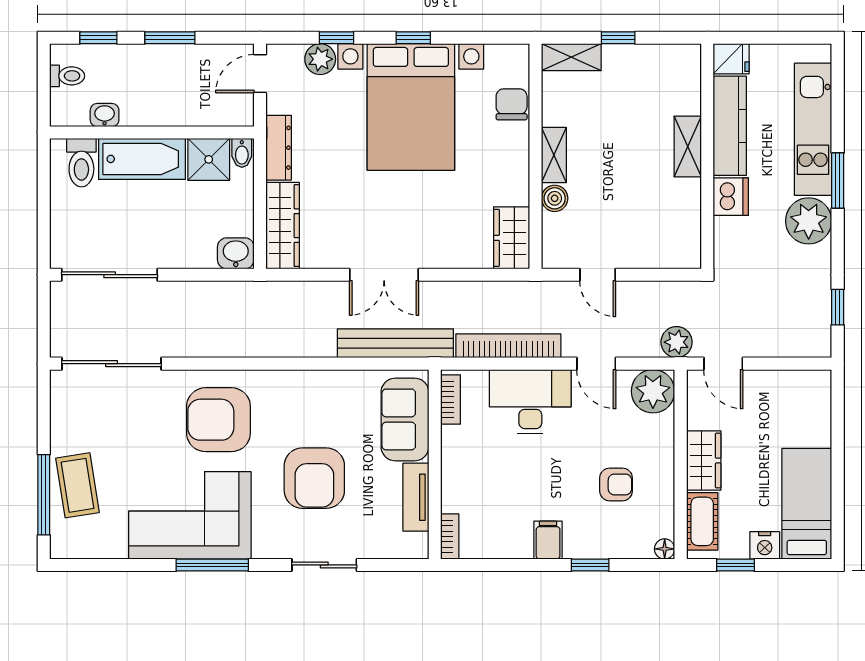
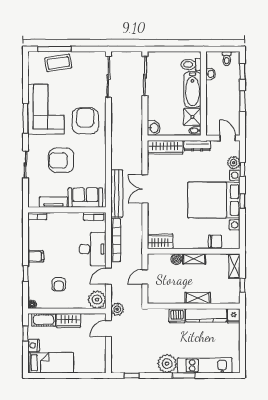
fridge: (731, 59) -> (234, 316), moved
kitchen counter: (730, 126) -> (206, 315), moved
shelving: (688, 146) -> (198, 298), moved
wall: (707, 156) -> (194, 306), moved
dishwasher: (731, 197) -> (177, 316), moved

